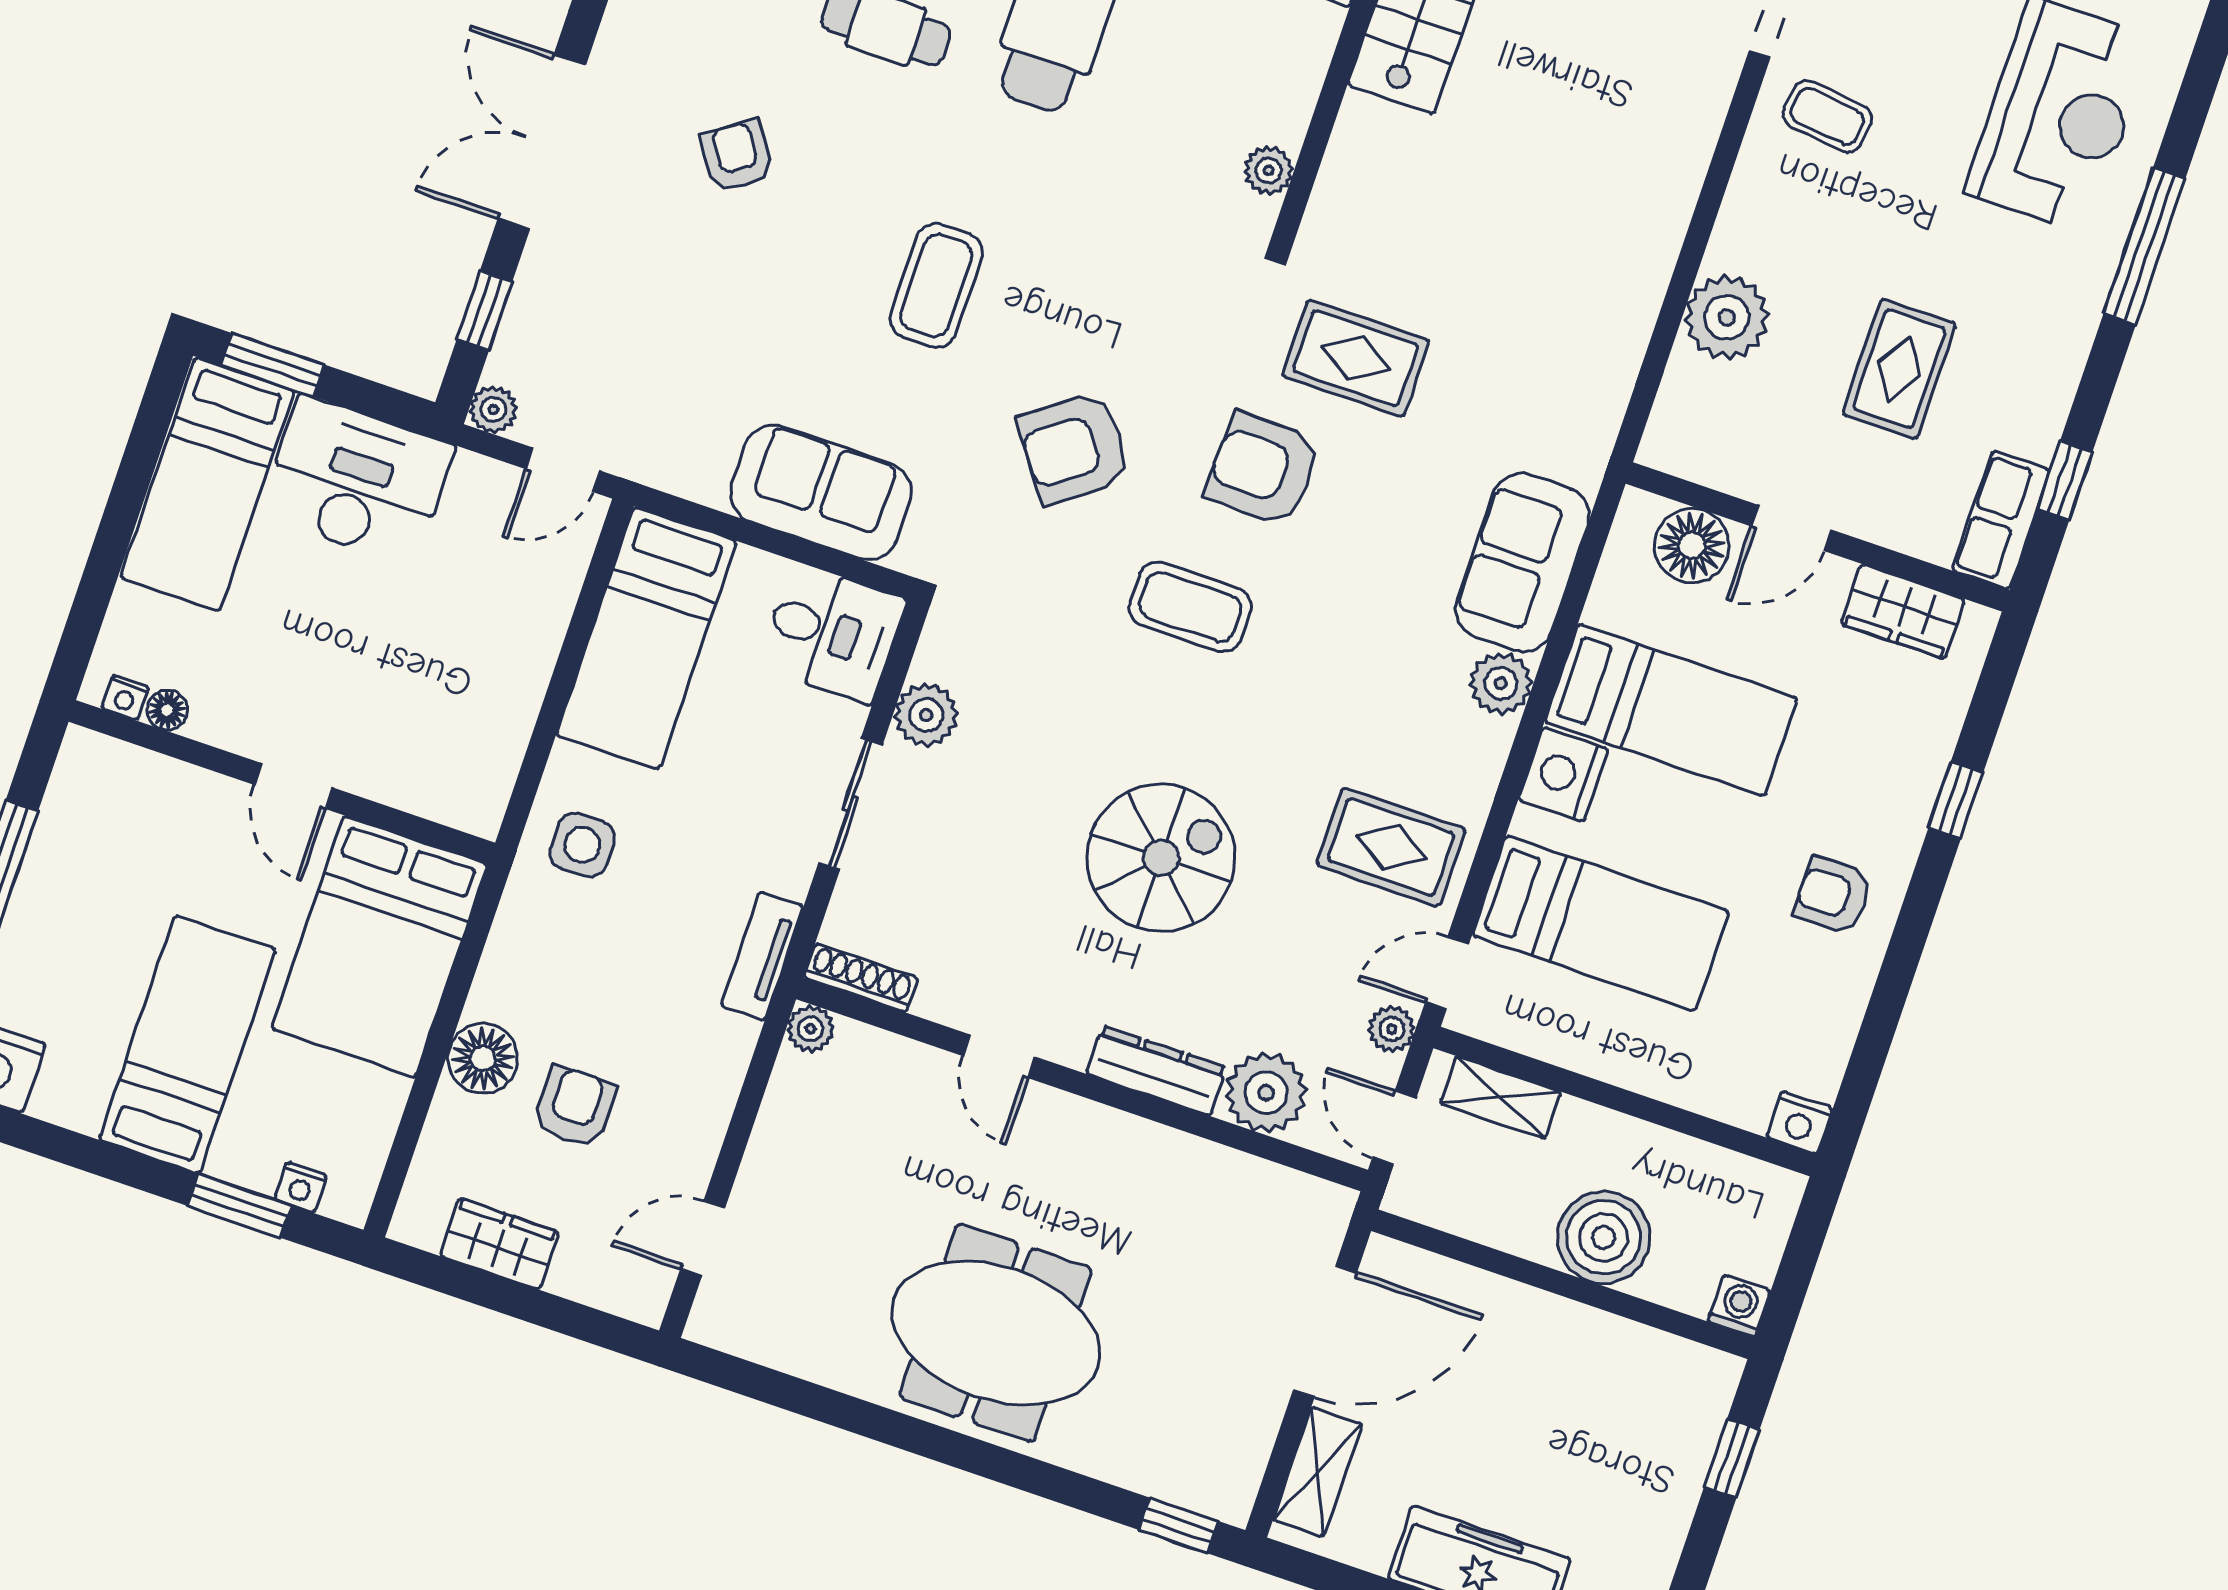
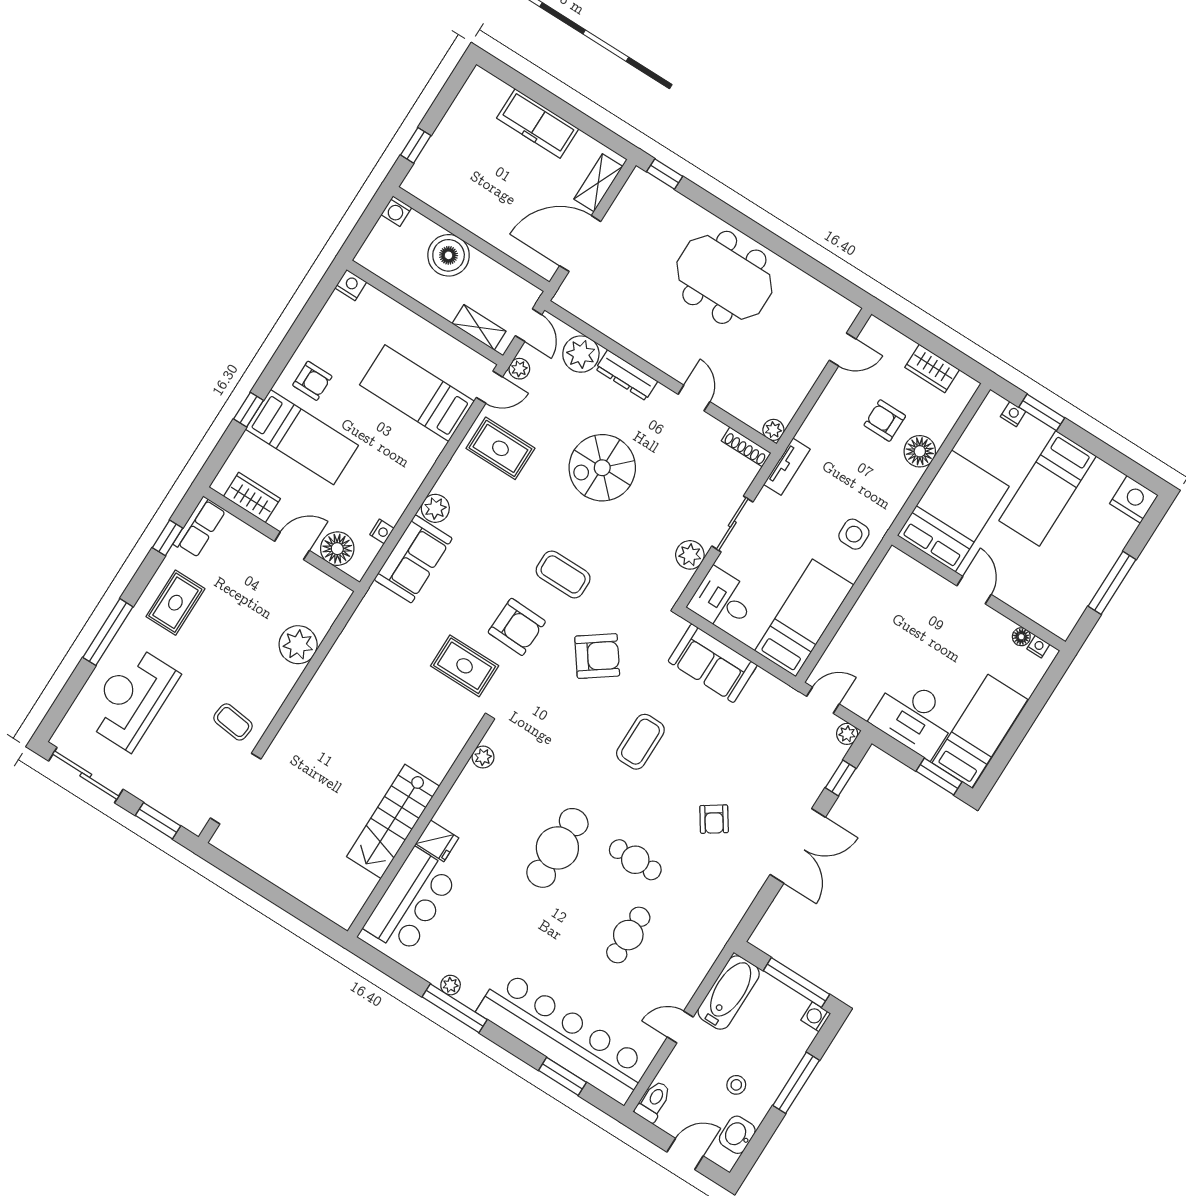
rug: (1899, 369) -> (175, 603), moved
bed: (1671, 710) -> (302, 437), moved, turned 180
nightstand: (1563, 774) -> (382, 531), moved, width x0.53, depth x0.56
armchair: (574, 1107) -> (885, 420), turned 90

